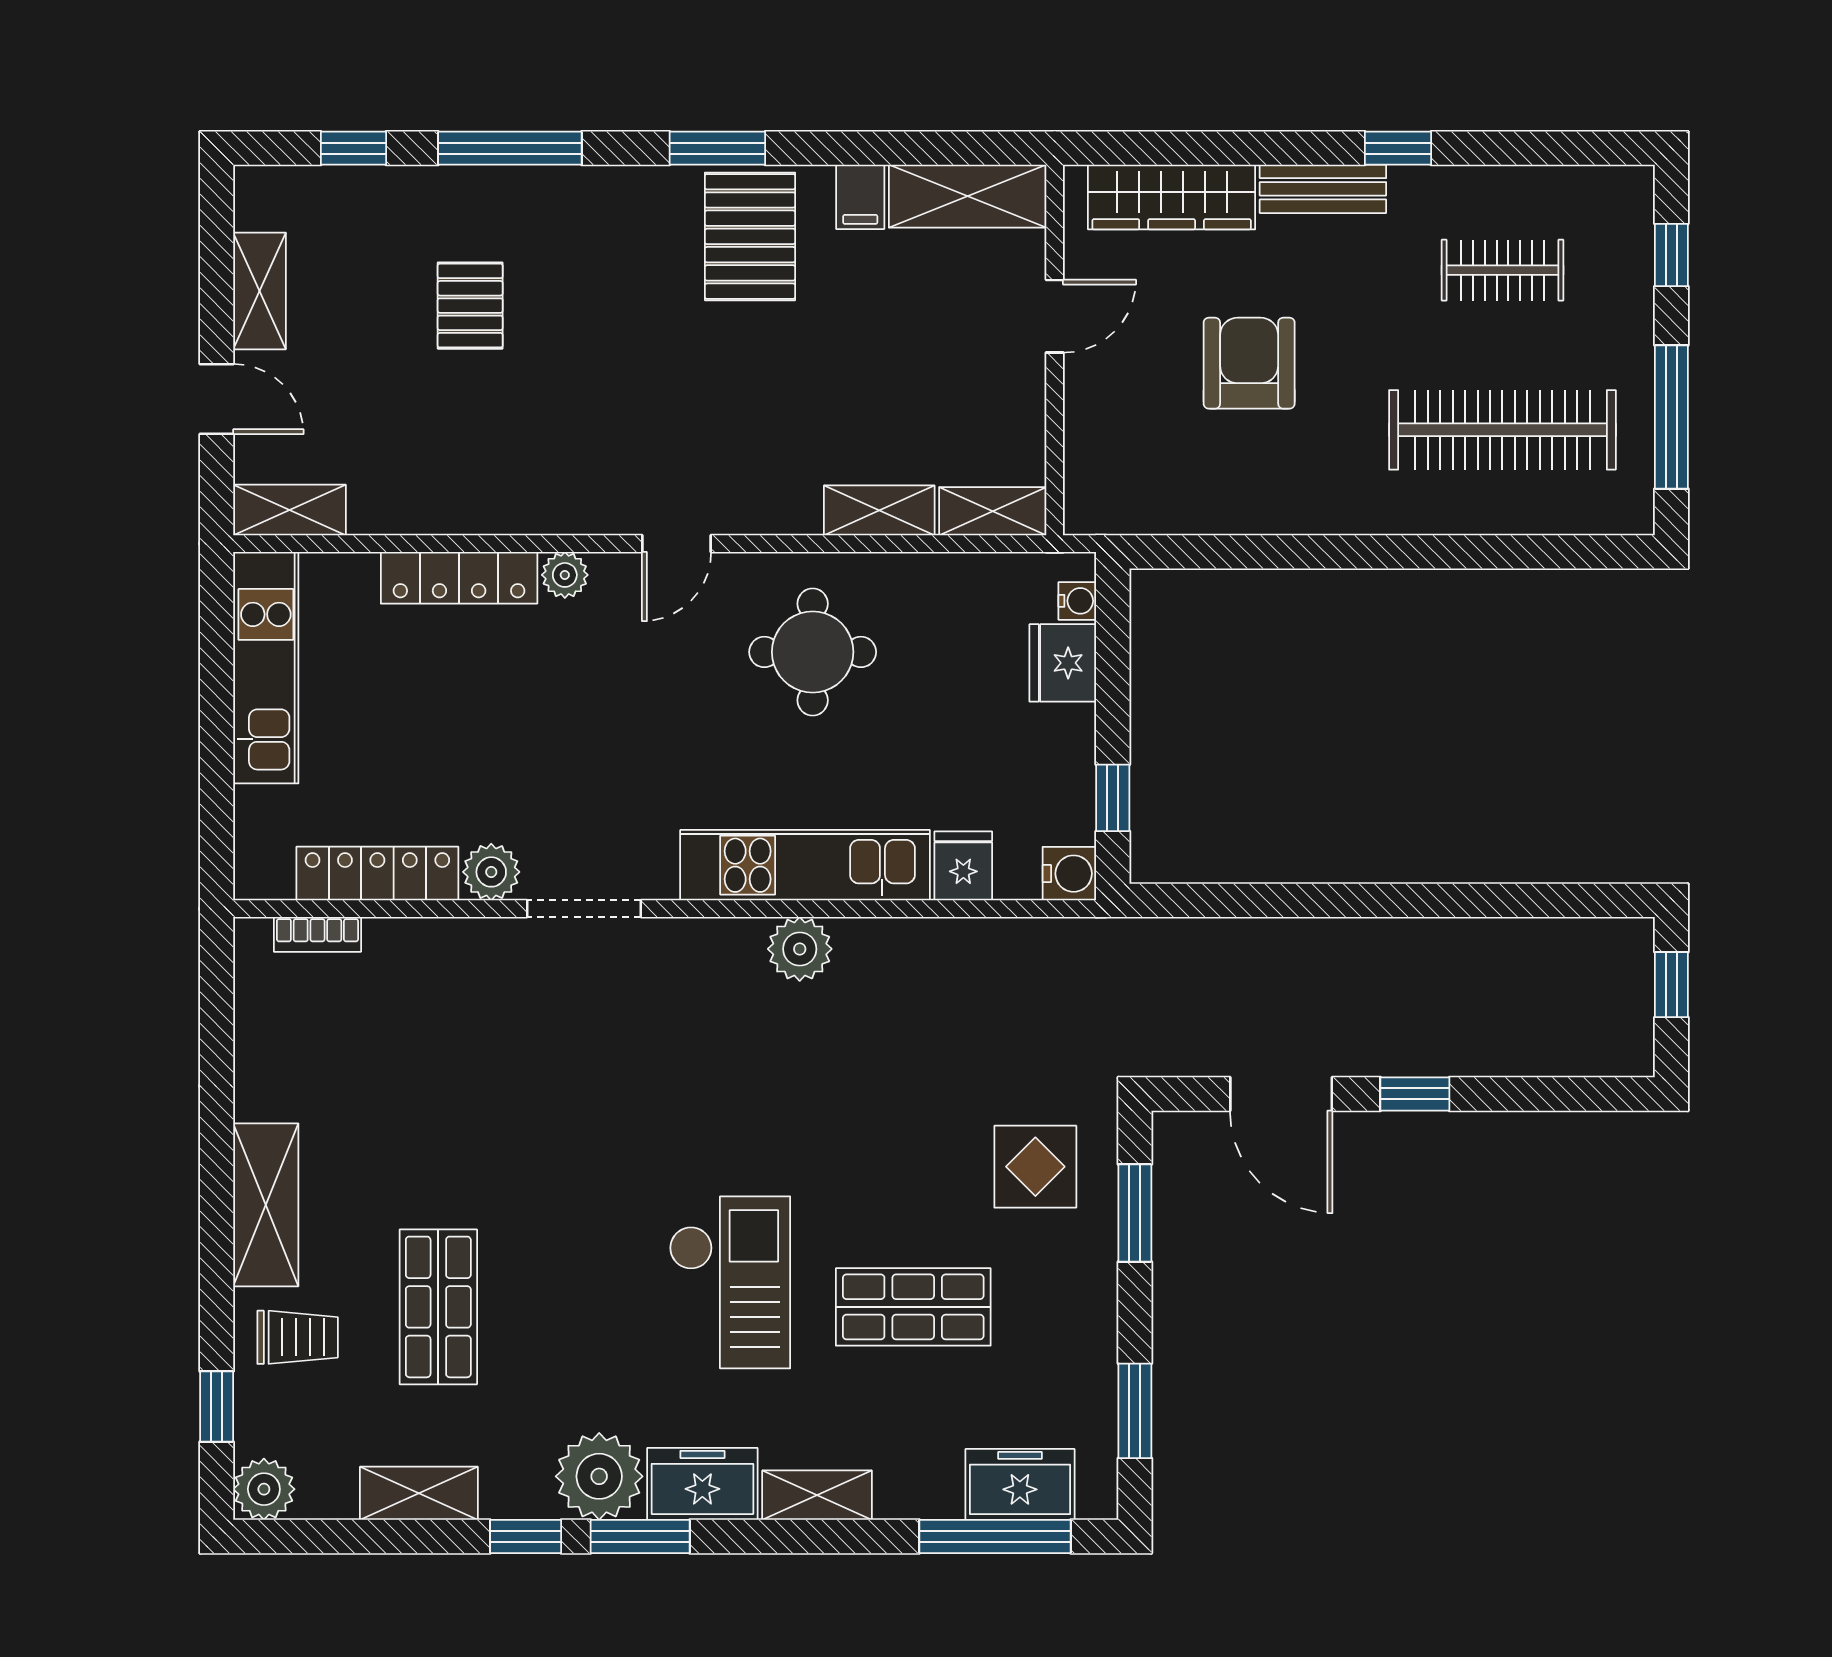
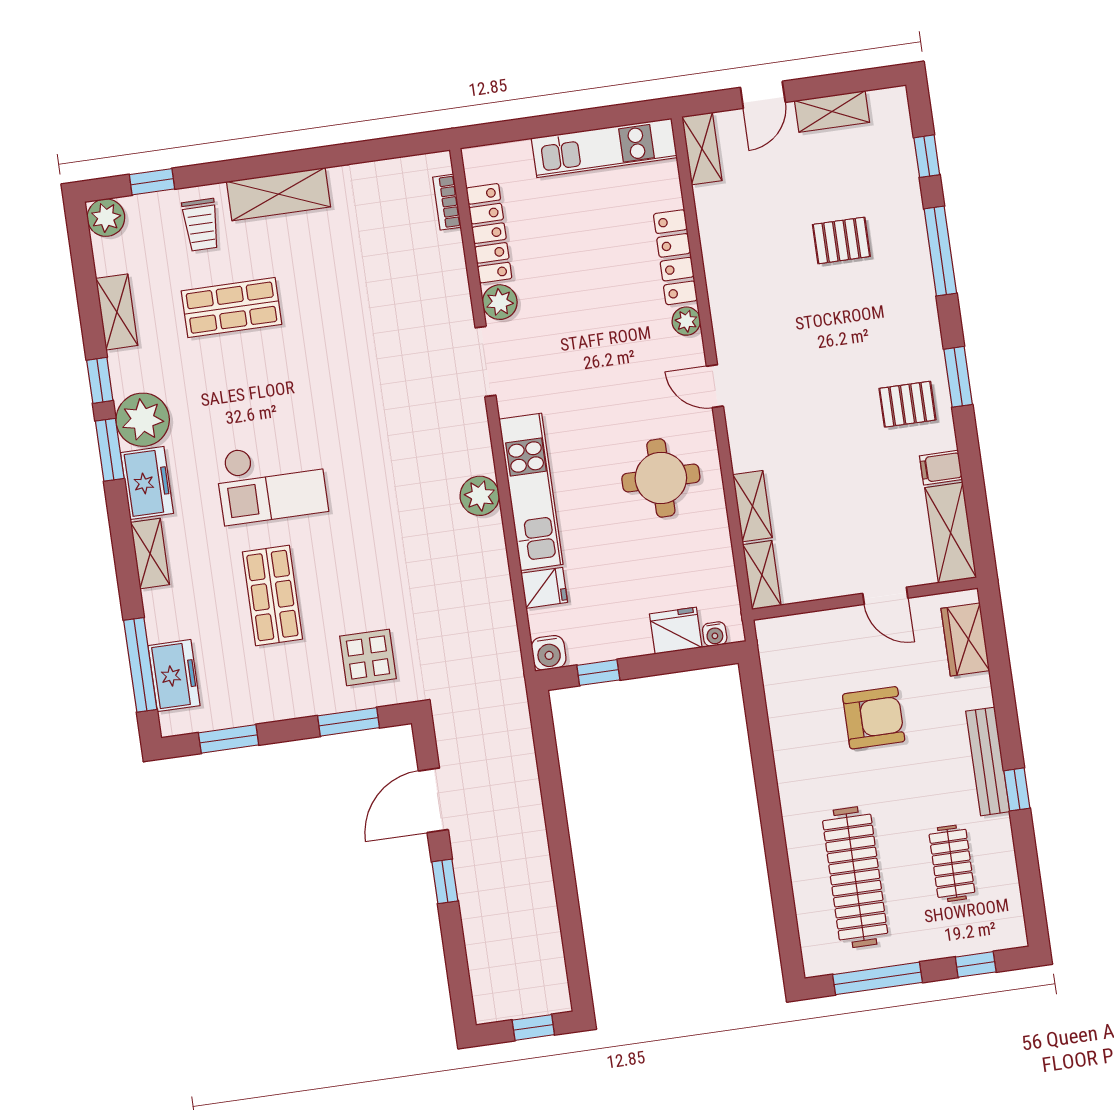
bench: (1323, 189) -> (988, 761), width x1.36
wardrobe: (1172, 197) -> (965, 639), width x0.67
pallet: (750, 236) -> (907, 404), width x0.67, depth x0.71

